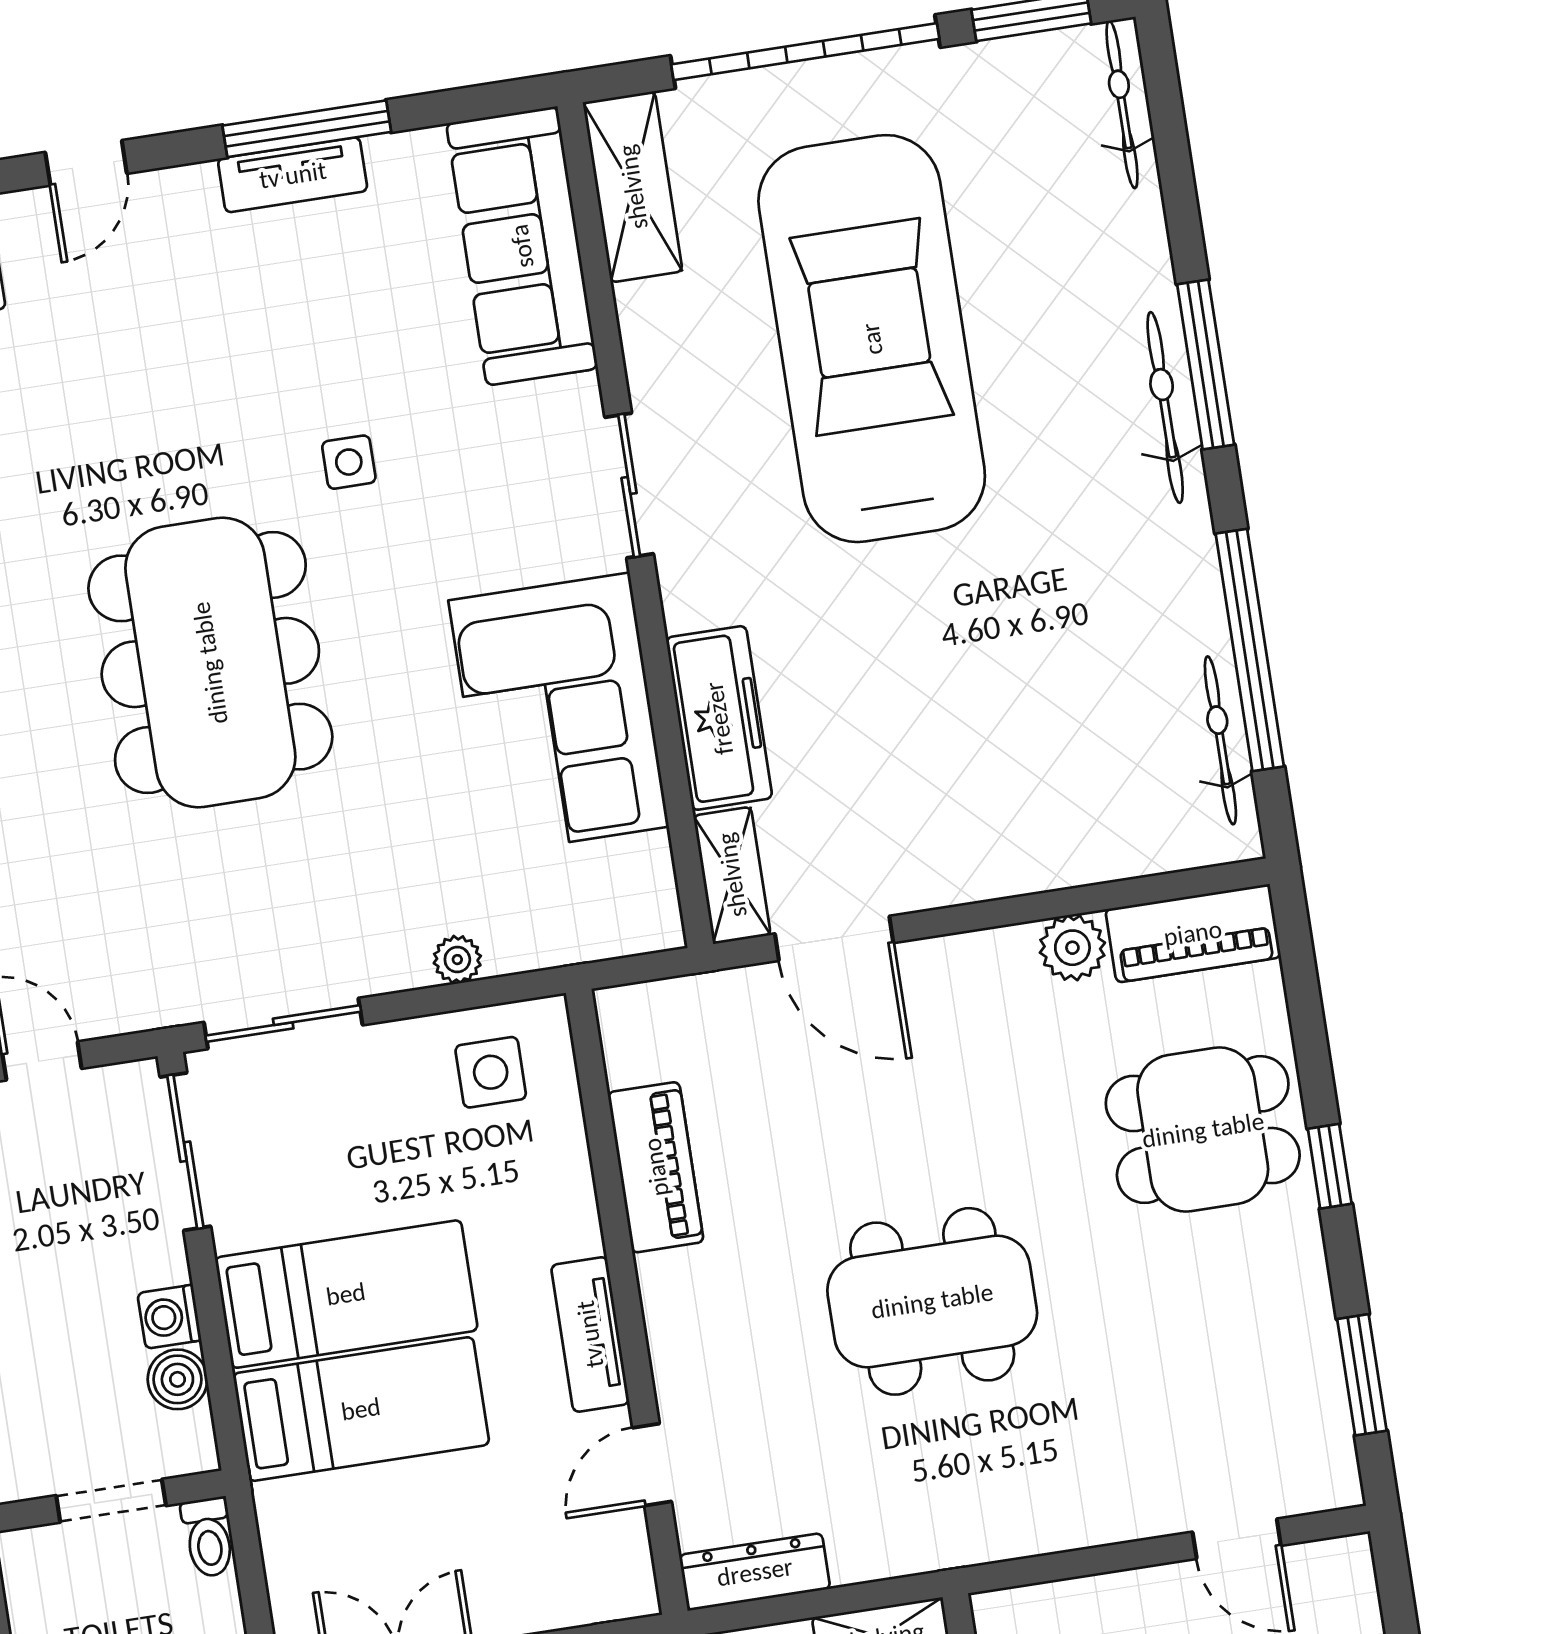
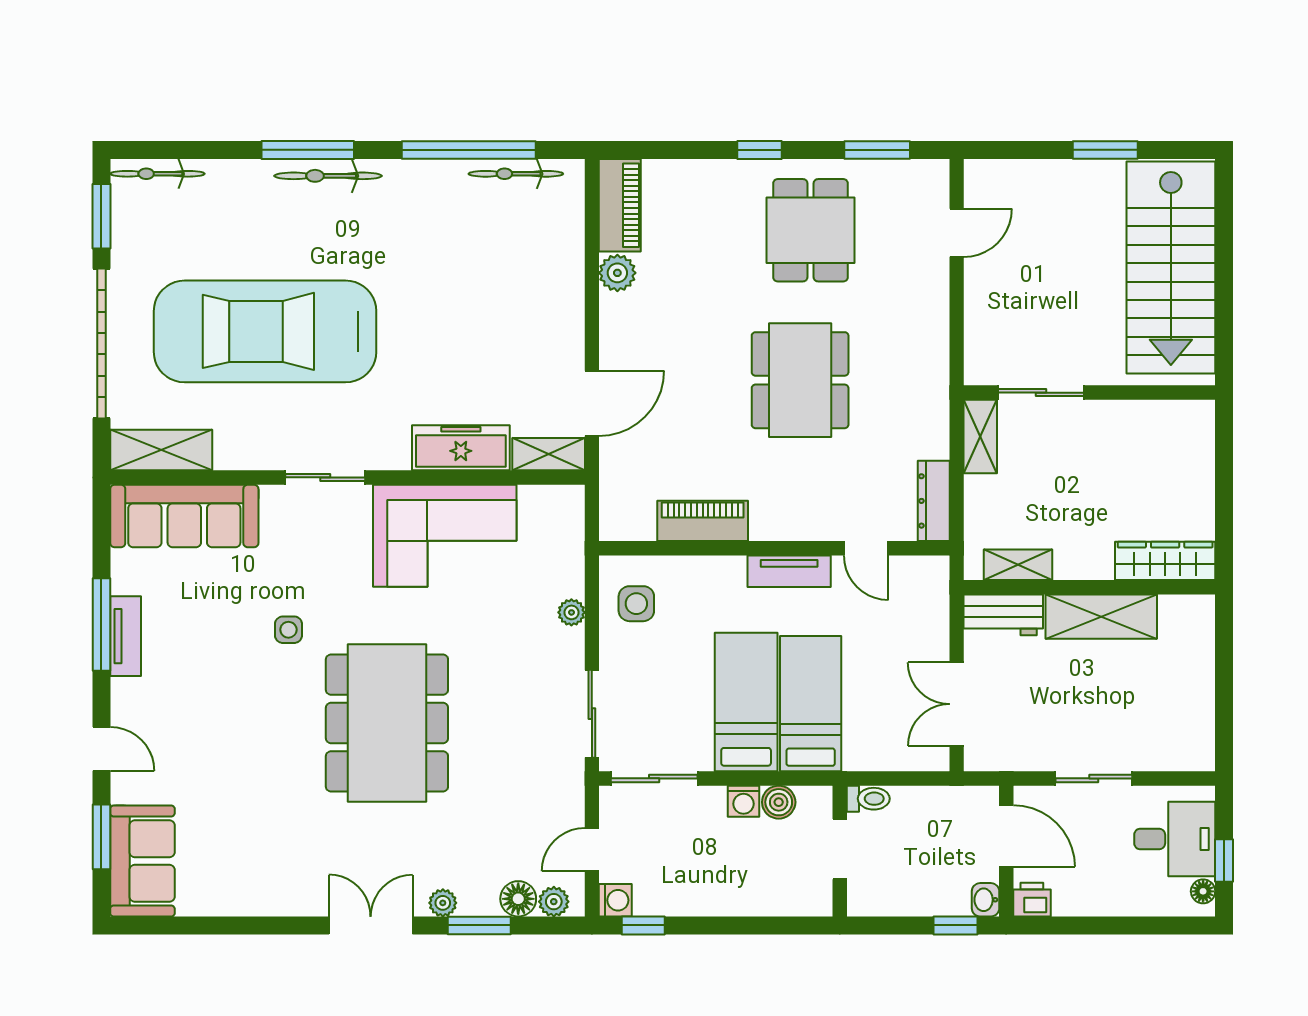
dining table: (210, 663) -> (387, 723), turned 90
dining table: (1203, 1130) -> (811, 230), moved

